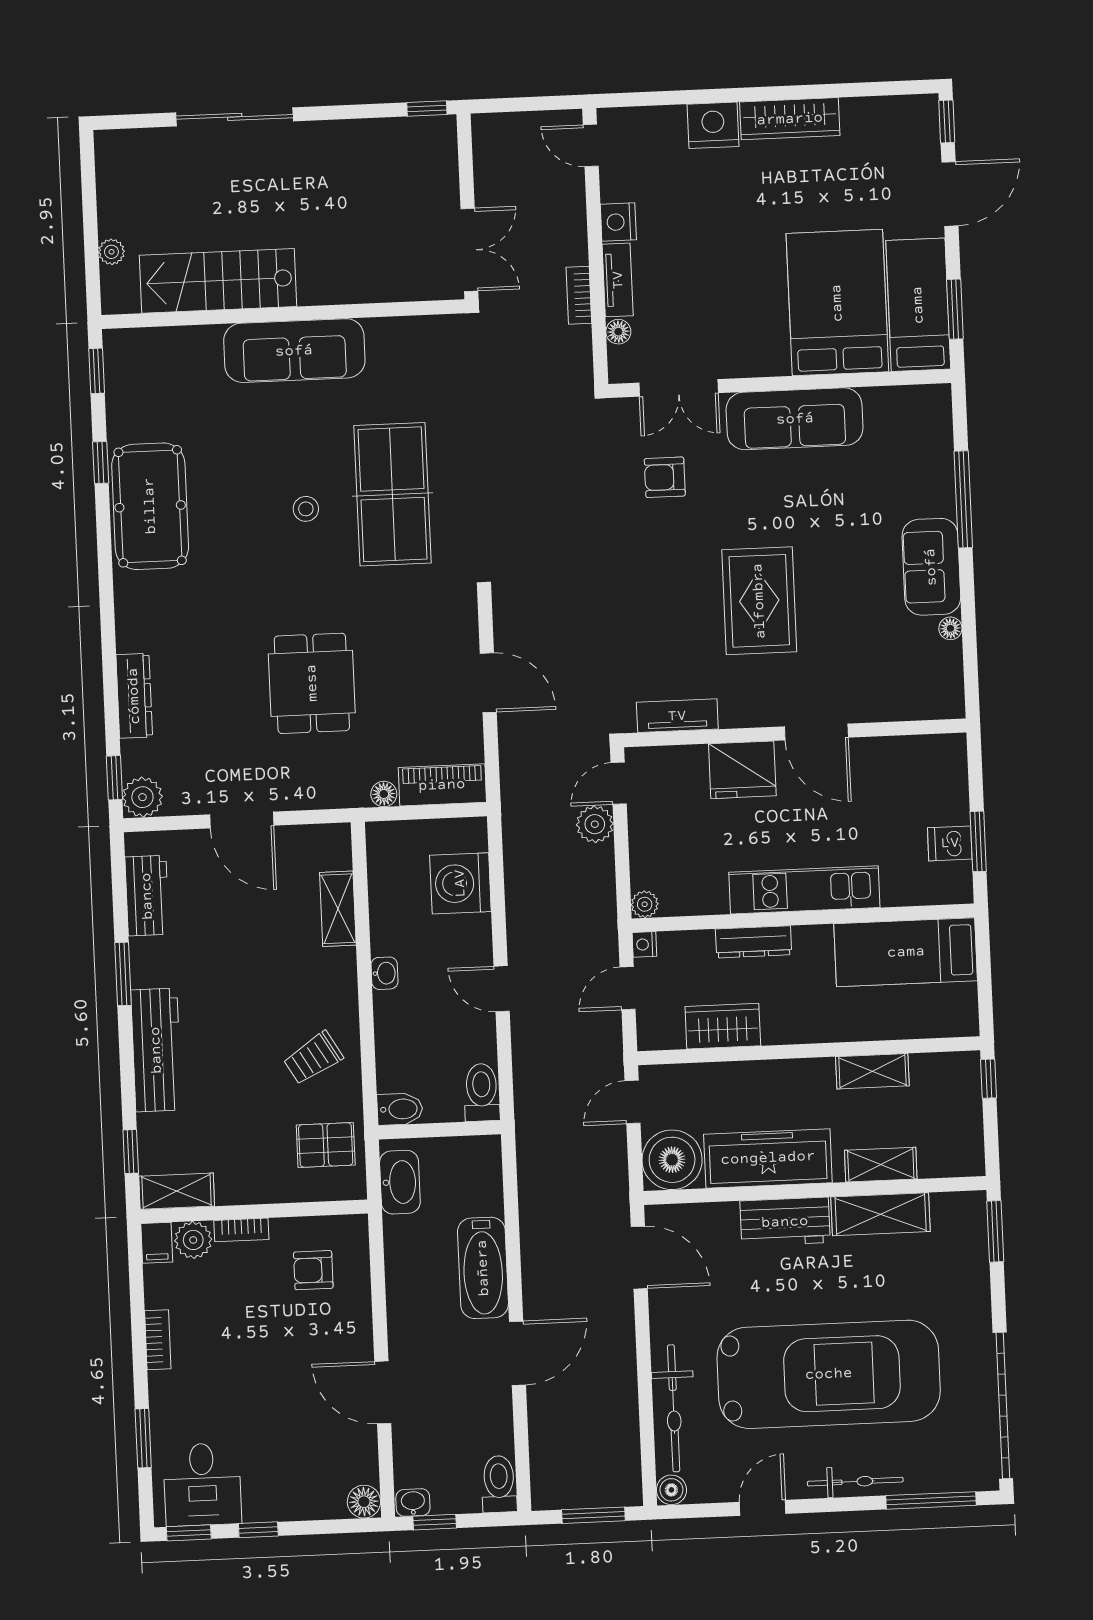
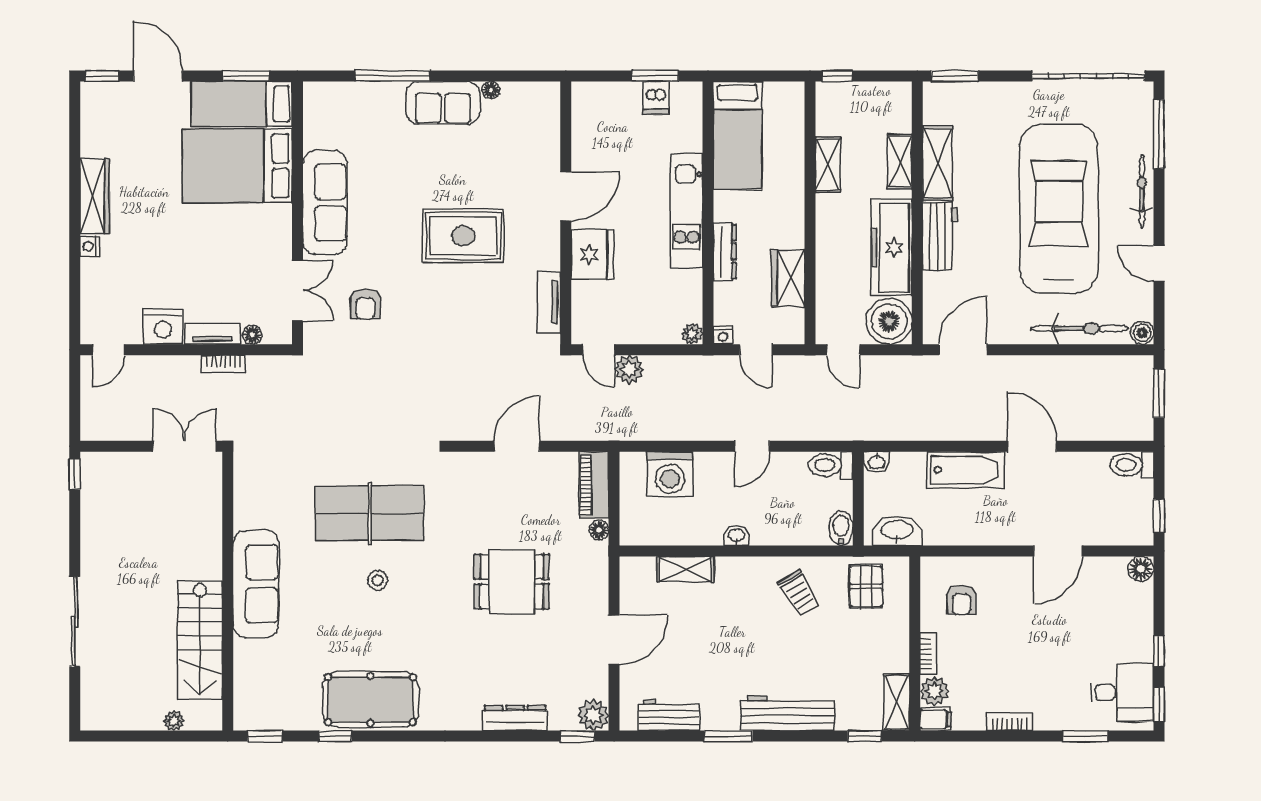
nightstand: (713, 125) -> (90, 246), width x0.53, depth x0.56
nightstand: (618, 222) -> (163, 327), width x1.36, depth x1.33
washbasin: (413, 1503) -> (877, 462), moved, turned -90

